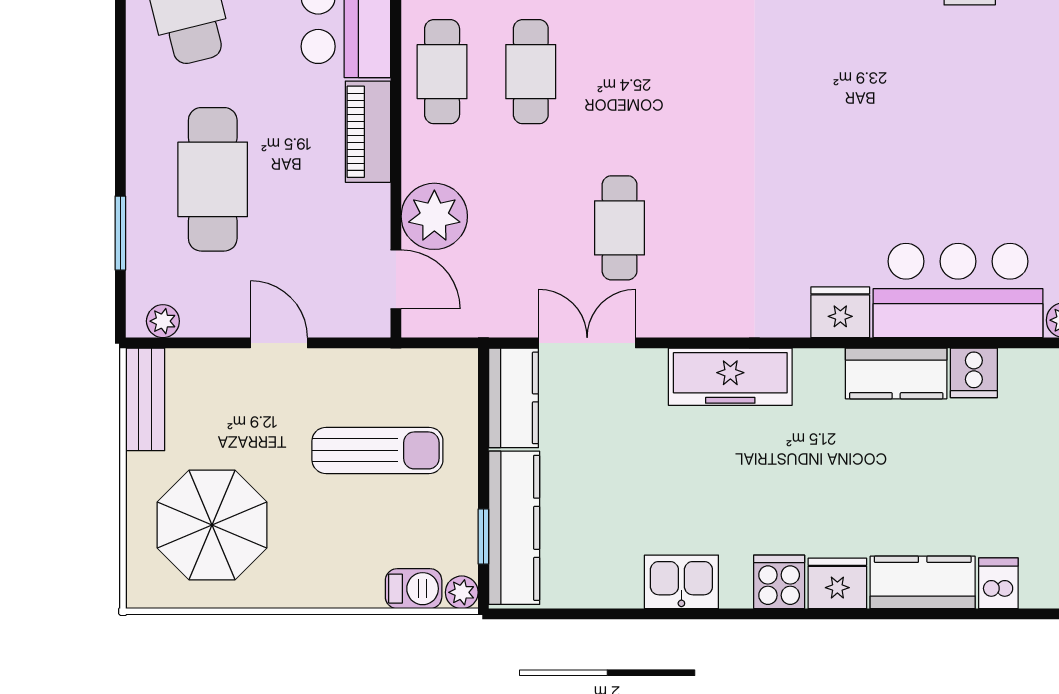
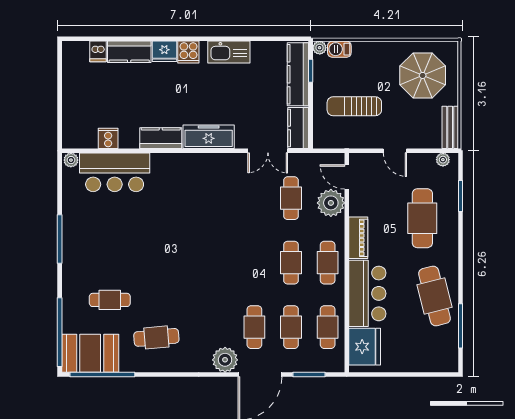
cafe table: (620, 228) -> (291, 198), moved
fridge: (840, 312) -> (163, 163), removed
kitchen counter: (896, 373) -> (161, 138), moved
kitchen sink: (681, 582) -> (229, 52), width x1.38

